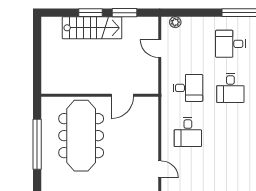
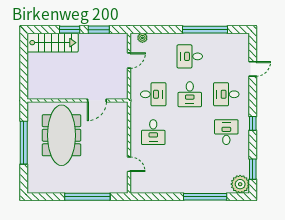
stairs: (92, 28) -> (53, 43), moved
door: (160, 49) -> (129, 60), swing flipped

